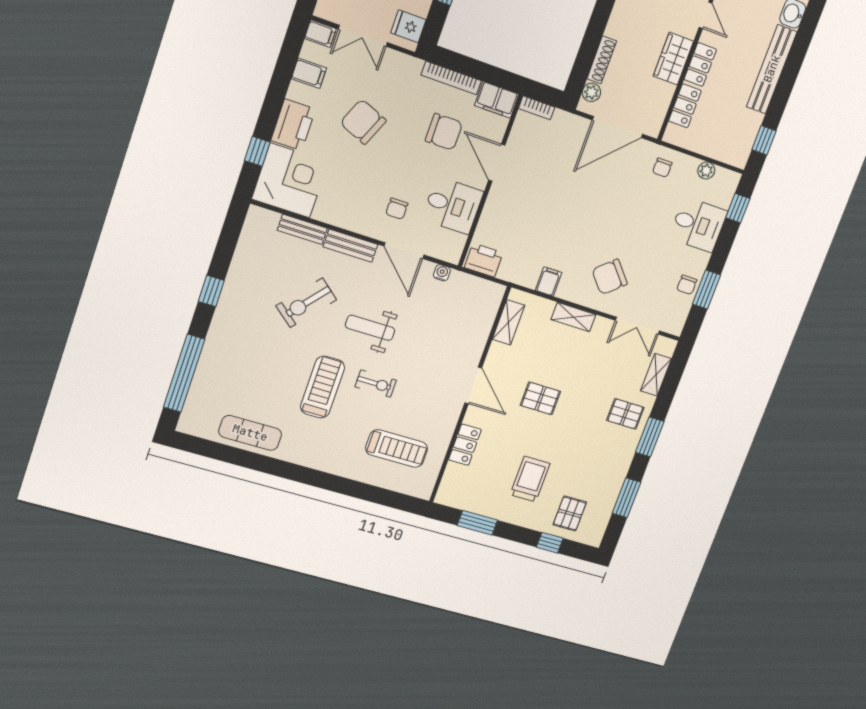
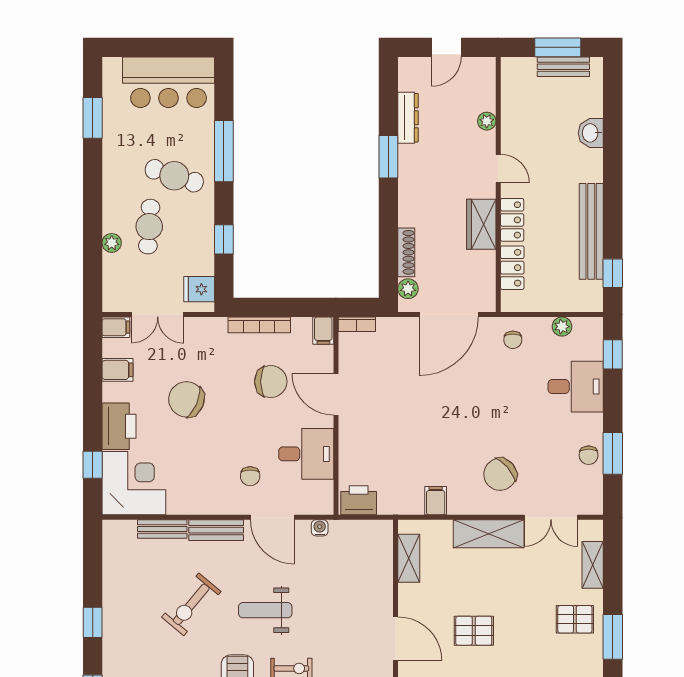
bench: (772, 69) -> (591, 231), moved
filing cabinet: (497, 100) -> (323, 331), width x0.50
shelving: (573, 317) -> (489, 534), width x1.50, depth x1.33

